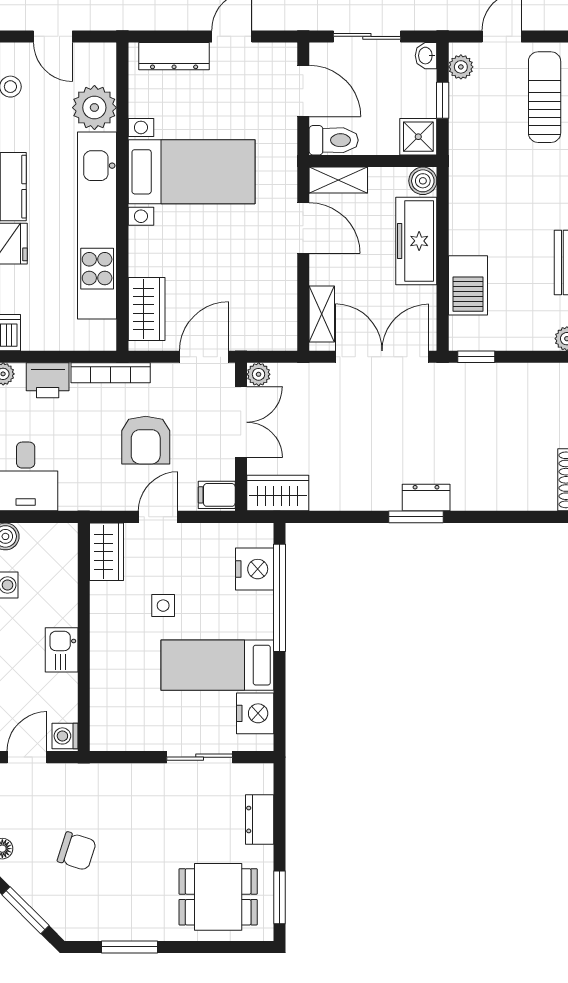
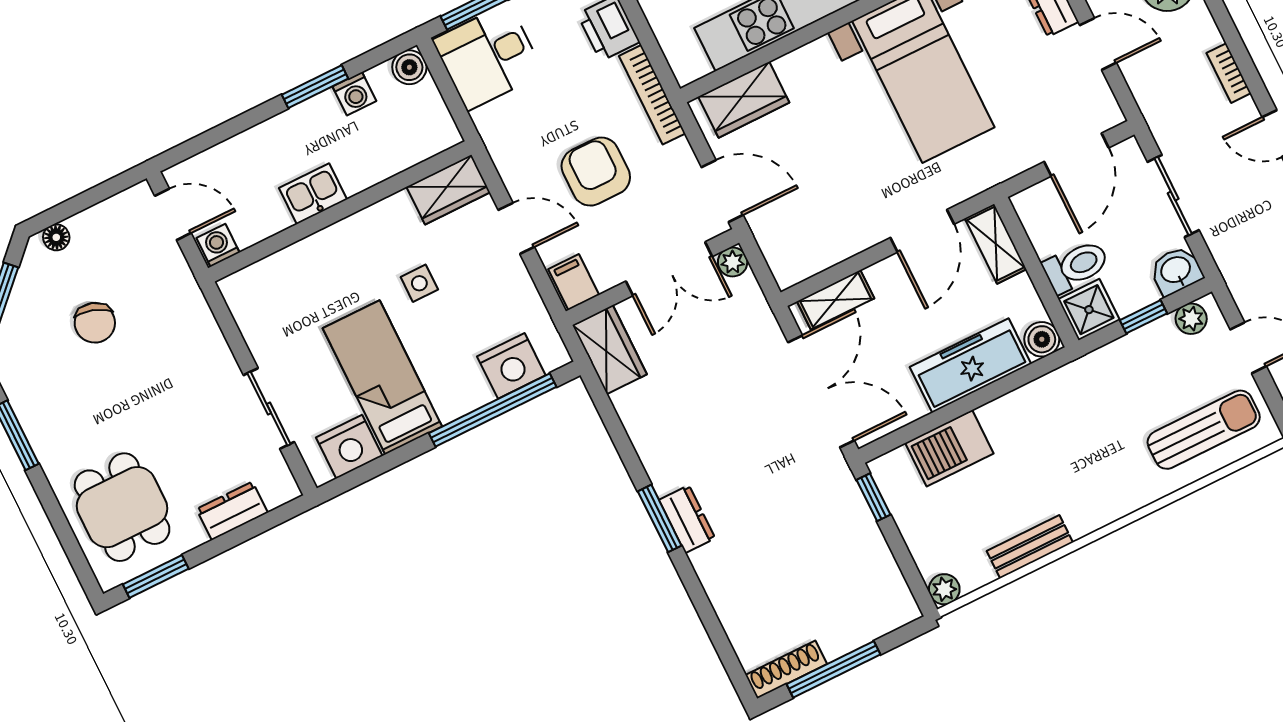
washbasin: (426, 56) -> (1176, 271), width x1.38, depth x1.45
toilet: (334, 140) -> (1076, 266), moved, turned -90
armchair: (146, 440) -> (596, 172), turned 90

